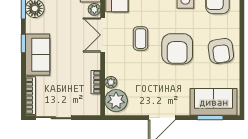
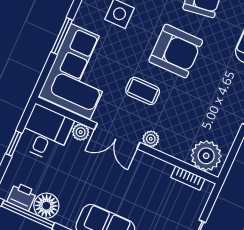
bookcase: (96, 82) -> (188, 178), moved
plant: (111, 82) -> (151, 139), moved

